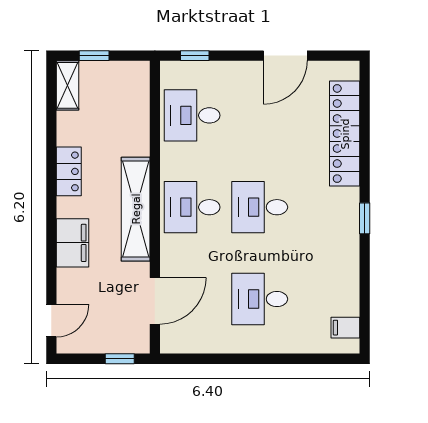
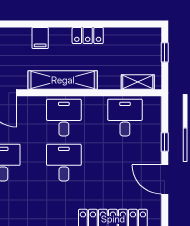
window: (195, 56) -> (165, 142), moved
shelving: (67, 85) -> (138, 82), moved
filing cabinet: (72, 243) -> (40, 38), width x0.50

